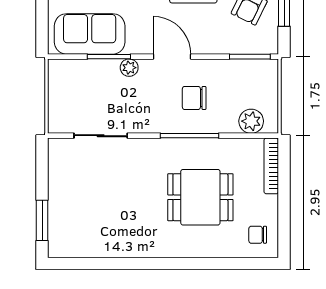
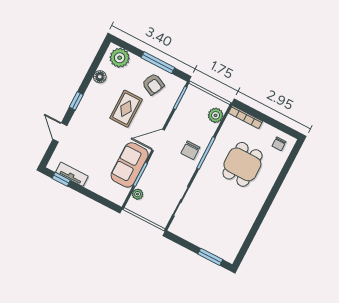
sofa: (90, 34) -> (130, 165), moved
plant: (129, 68) -> (138, 194), moved
chair: (194, 98) -> (190, 150), moved

